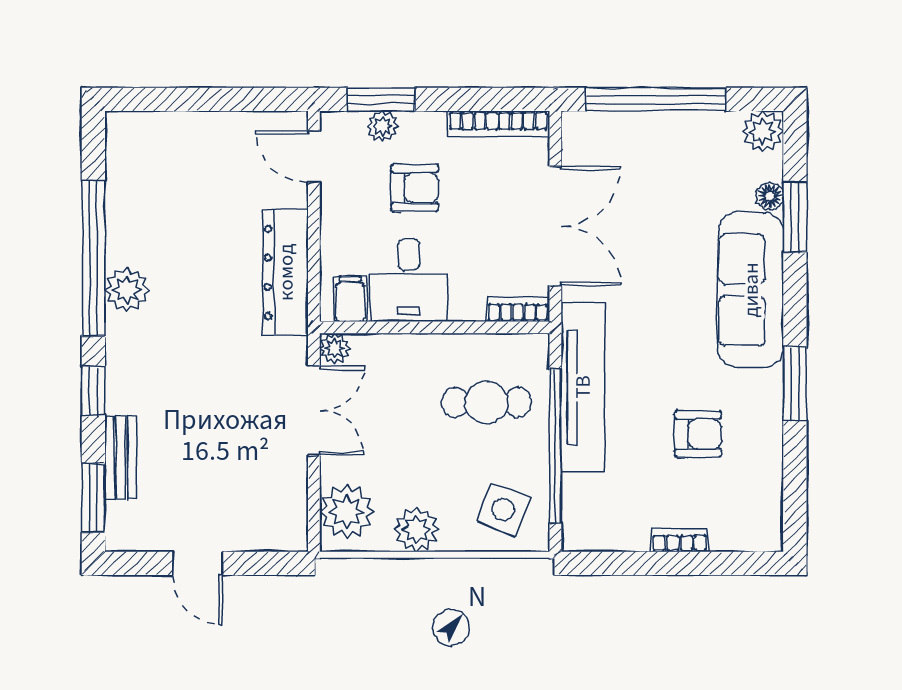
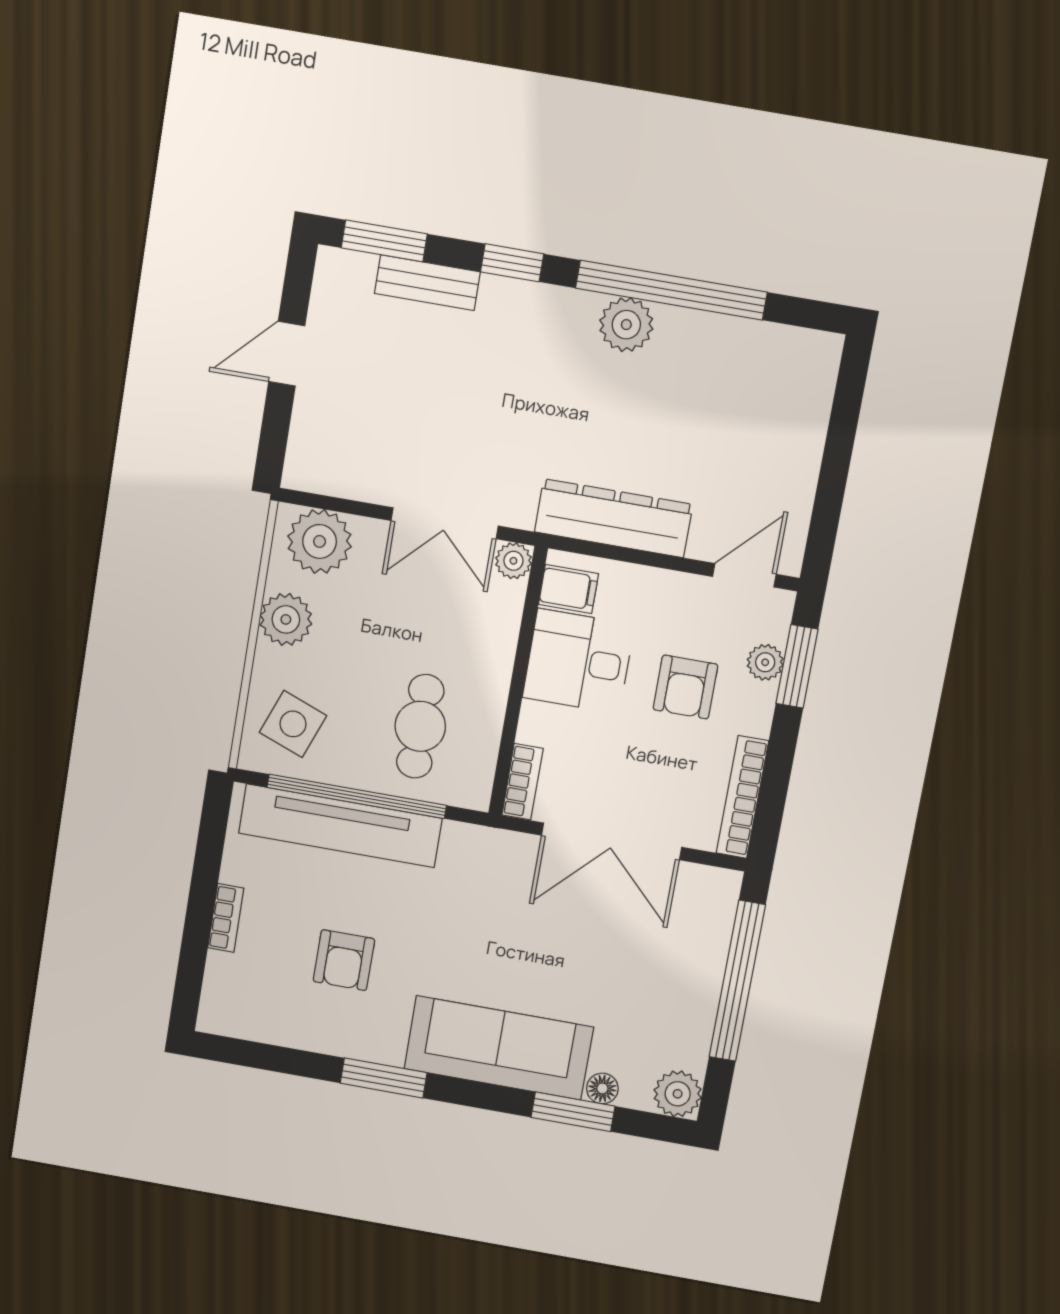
tv unit: (583, 387) -> (340, 826), moved

